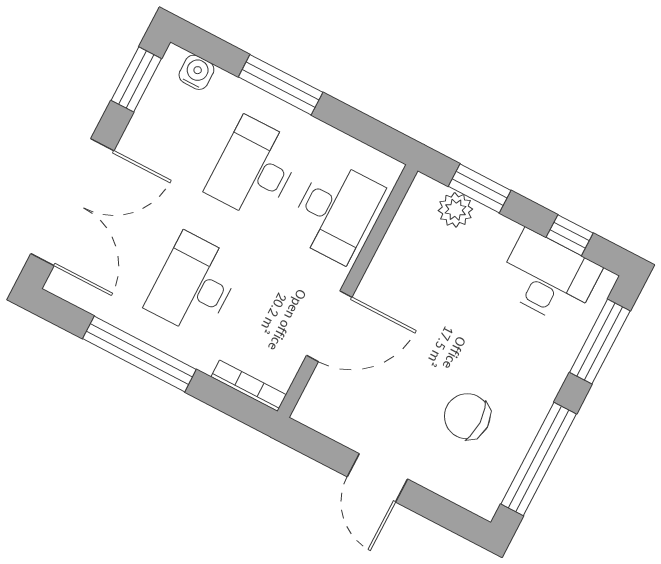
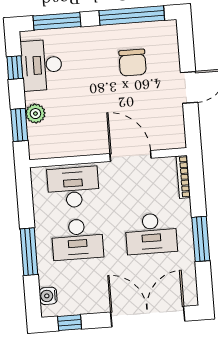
window: (136, 79) -> (70, 323), width x0.67
plant: (455, 210) -> (35, 114), moved
window: (139, 354) -> (201, 239), width x0.68

